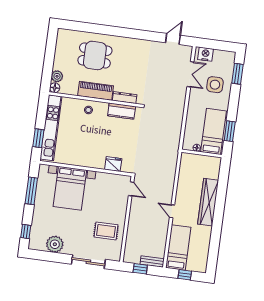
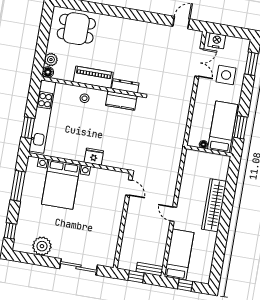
dining table: (95, 55) -> (76, 29), moved
fridge: (113, 164) -> (94, 157), moved
rug: (106, 231) -> (99, 233), removed

